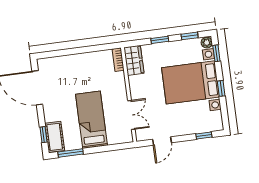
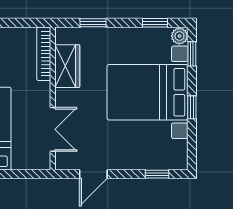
window: (160, 40) -> (93, 23), moved
bookcase: (118, 60) -> (44, 54), width x1.56
wardrobe: (134, 60) -> (67, 66), moved

